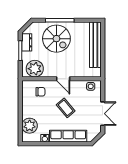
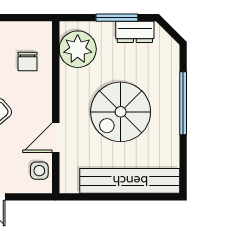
spiral stairs: (56, 39) -> (121, 112), moved
door: (63, 79) -> (56, 138), moved

